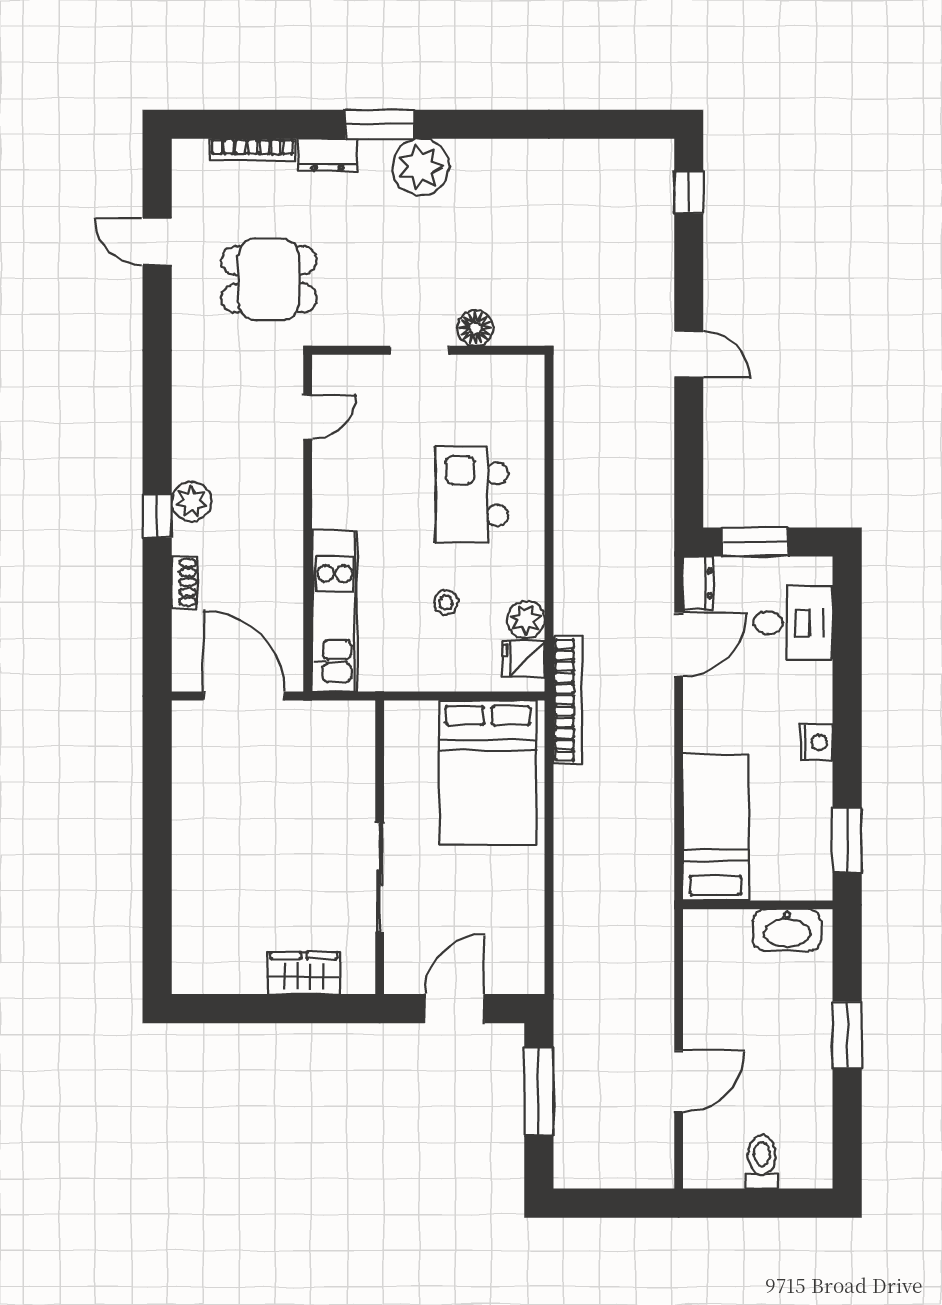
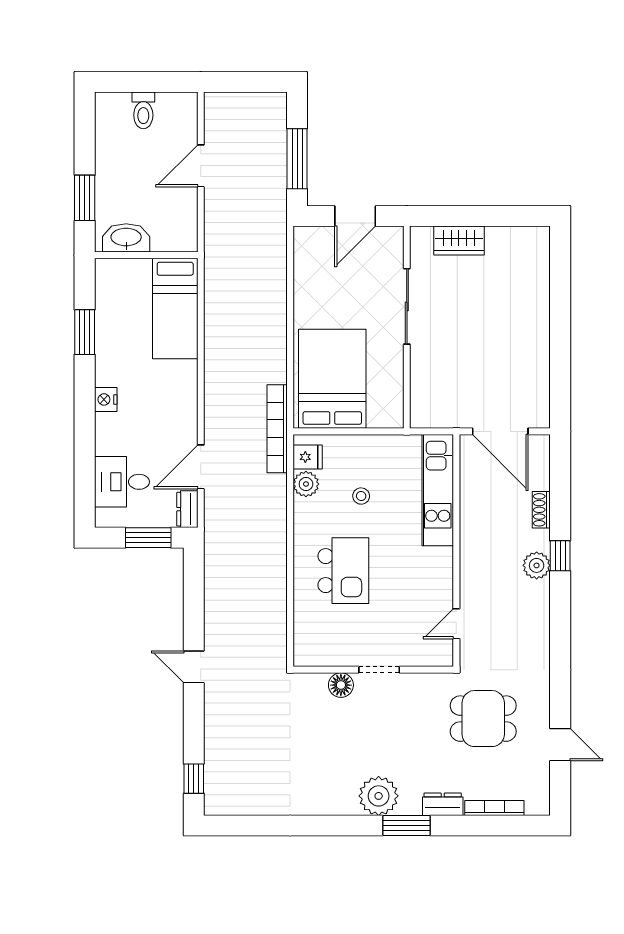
bed: (716, 828) -> (175, 308), moved
wall: (758, 905) -> (146, 255), moved
washbasin: (787, 930) -> (126, 238), moved

